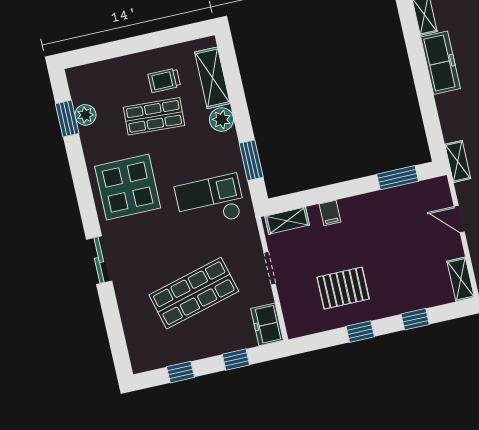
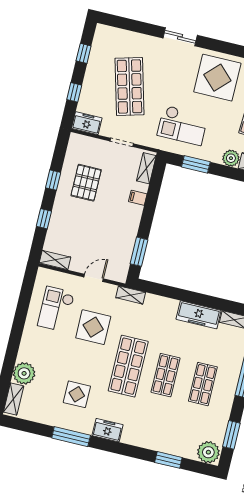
checkout: (210, 201) -> (183, 125), turned 90

